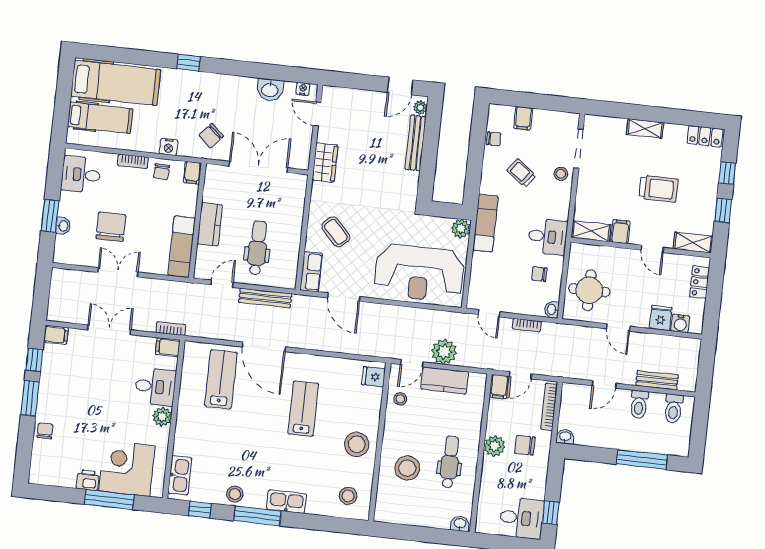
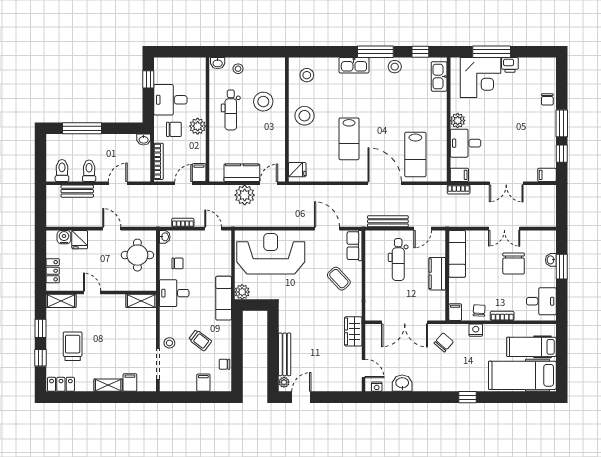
trolley: (659, 189) -> (73, 346), moved, turned 90
filing cabinet: (620, 232) -> (130, 383), moved, turned 180
stool: (400, 399) -> (238, 69), moved
desk: (522, 518) -> (170, 100), moved

